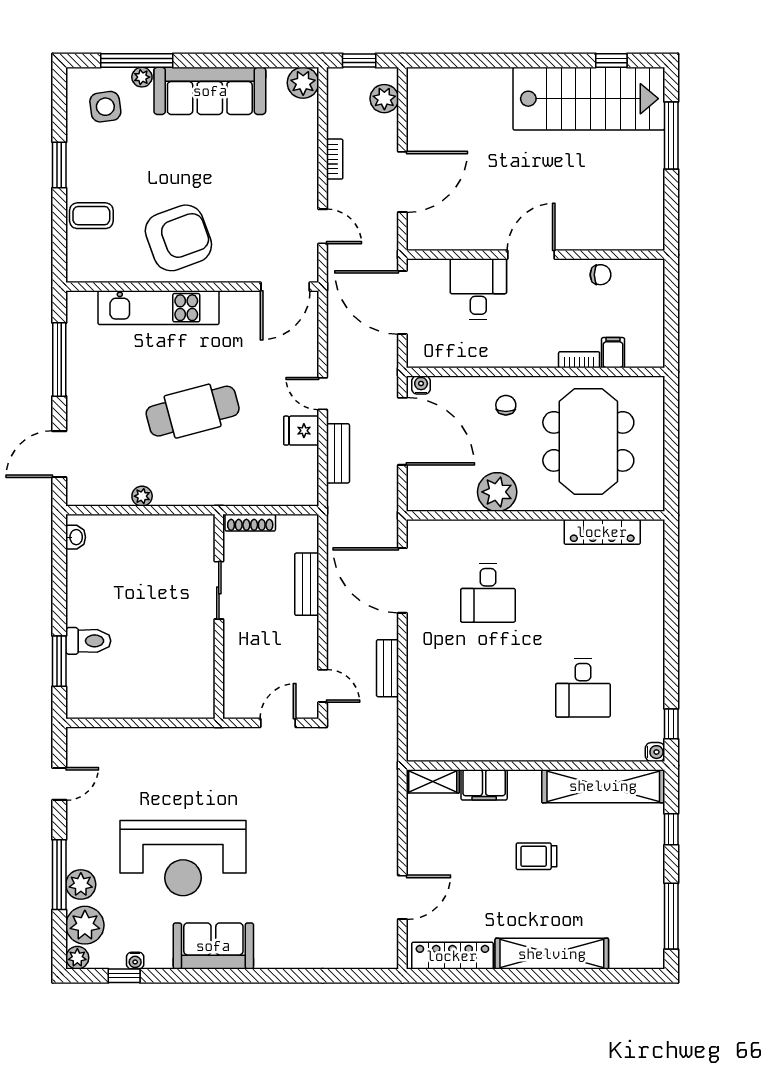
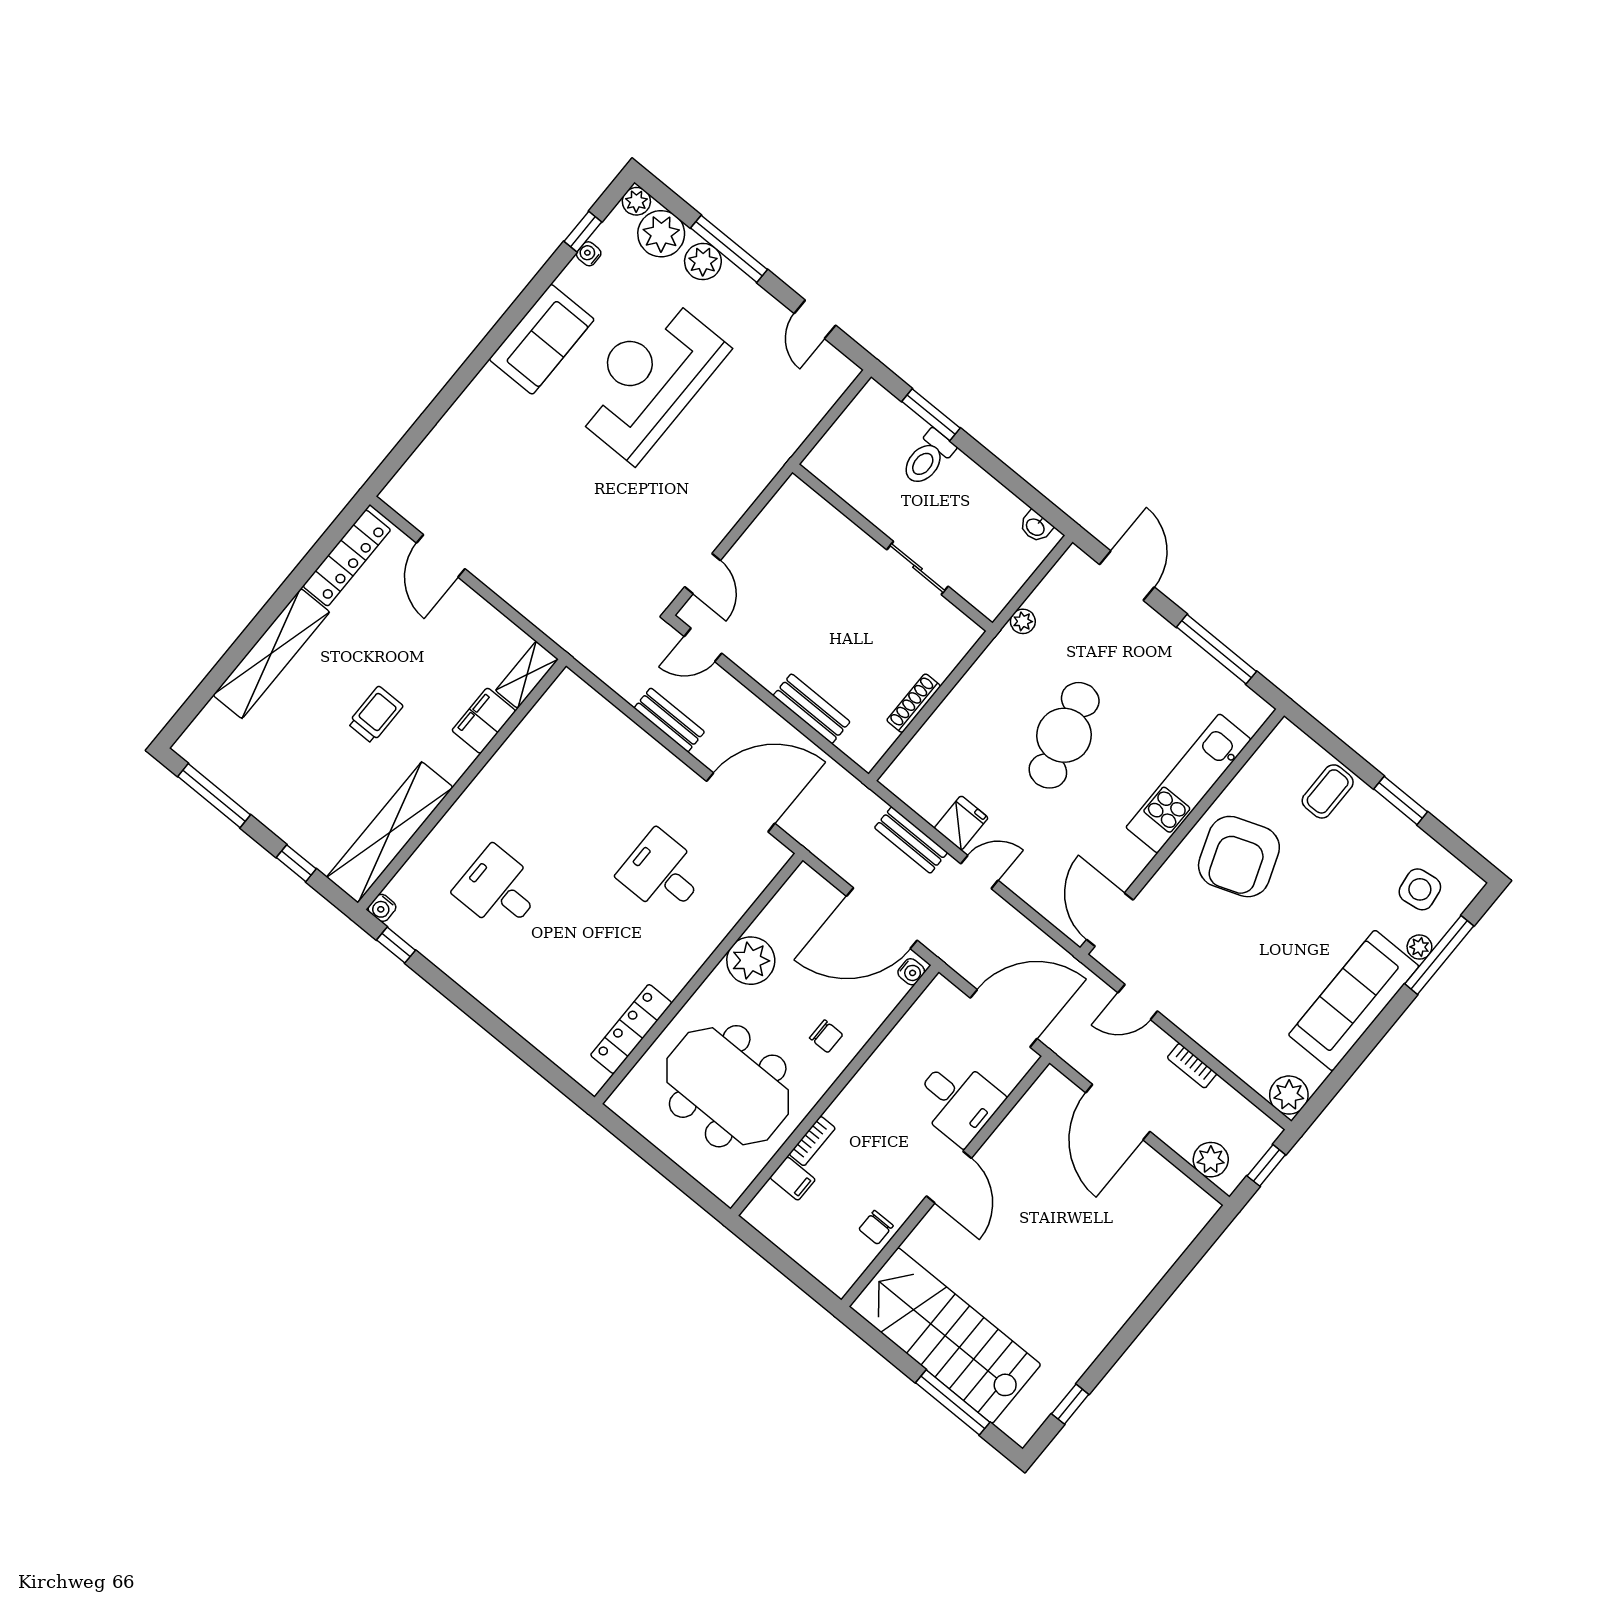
stairs: (589, 99) -> (945, 1336), moved, turned 90
sliding door: (219, 590) -> (917, 568), moved
wall: (219, 617) -> (893, 548), moved

